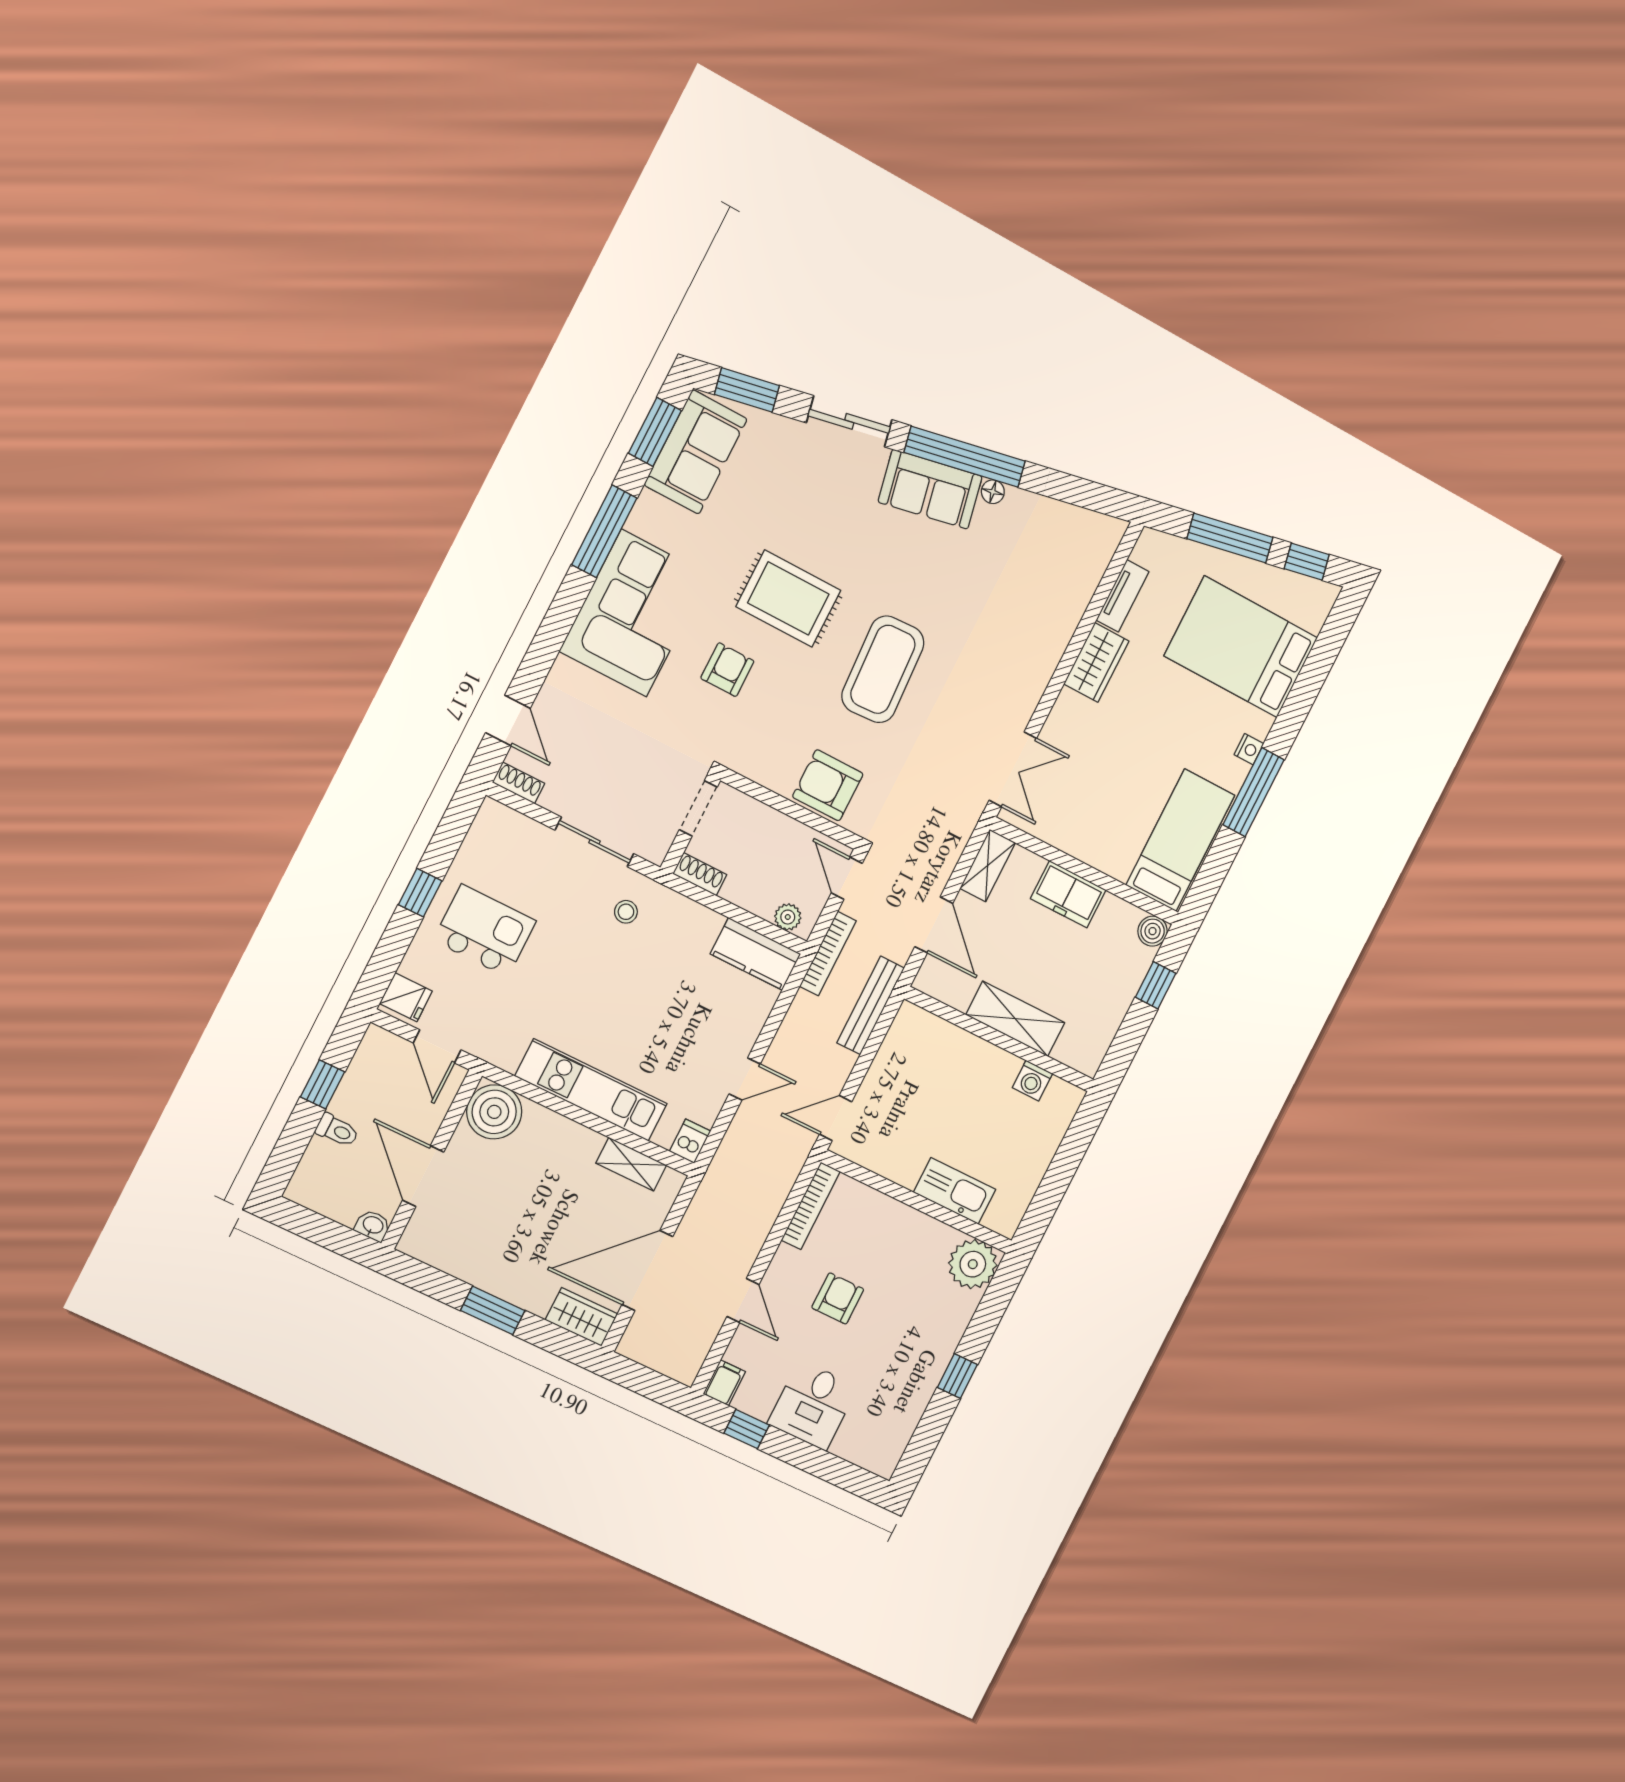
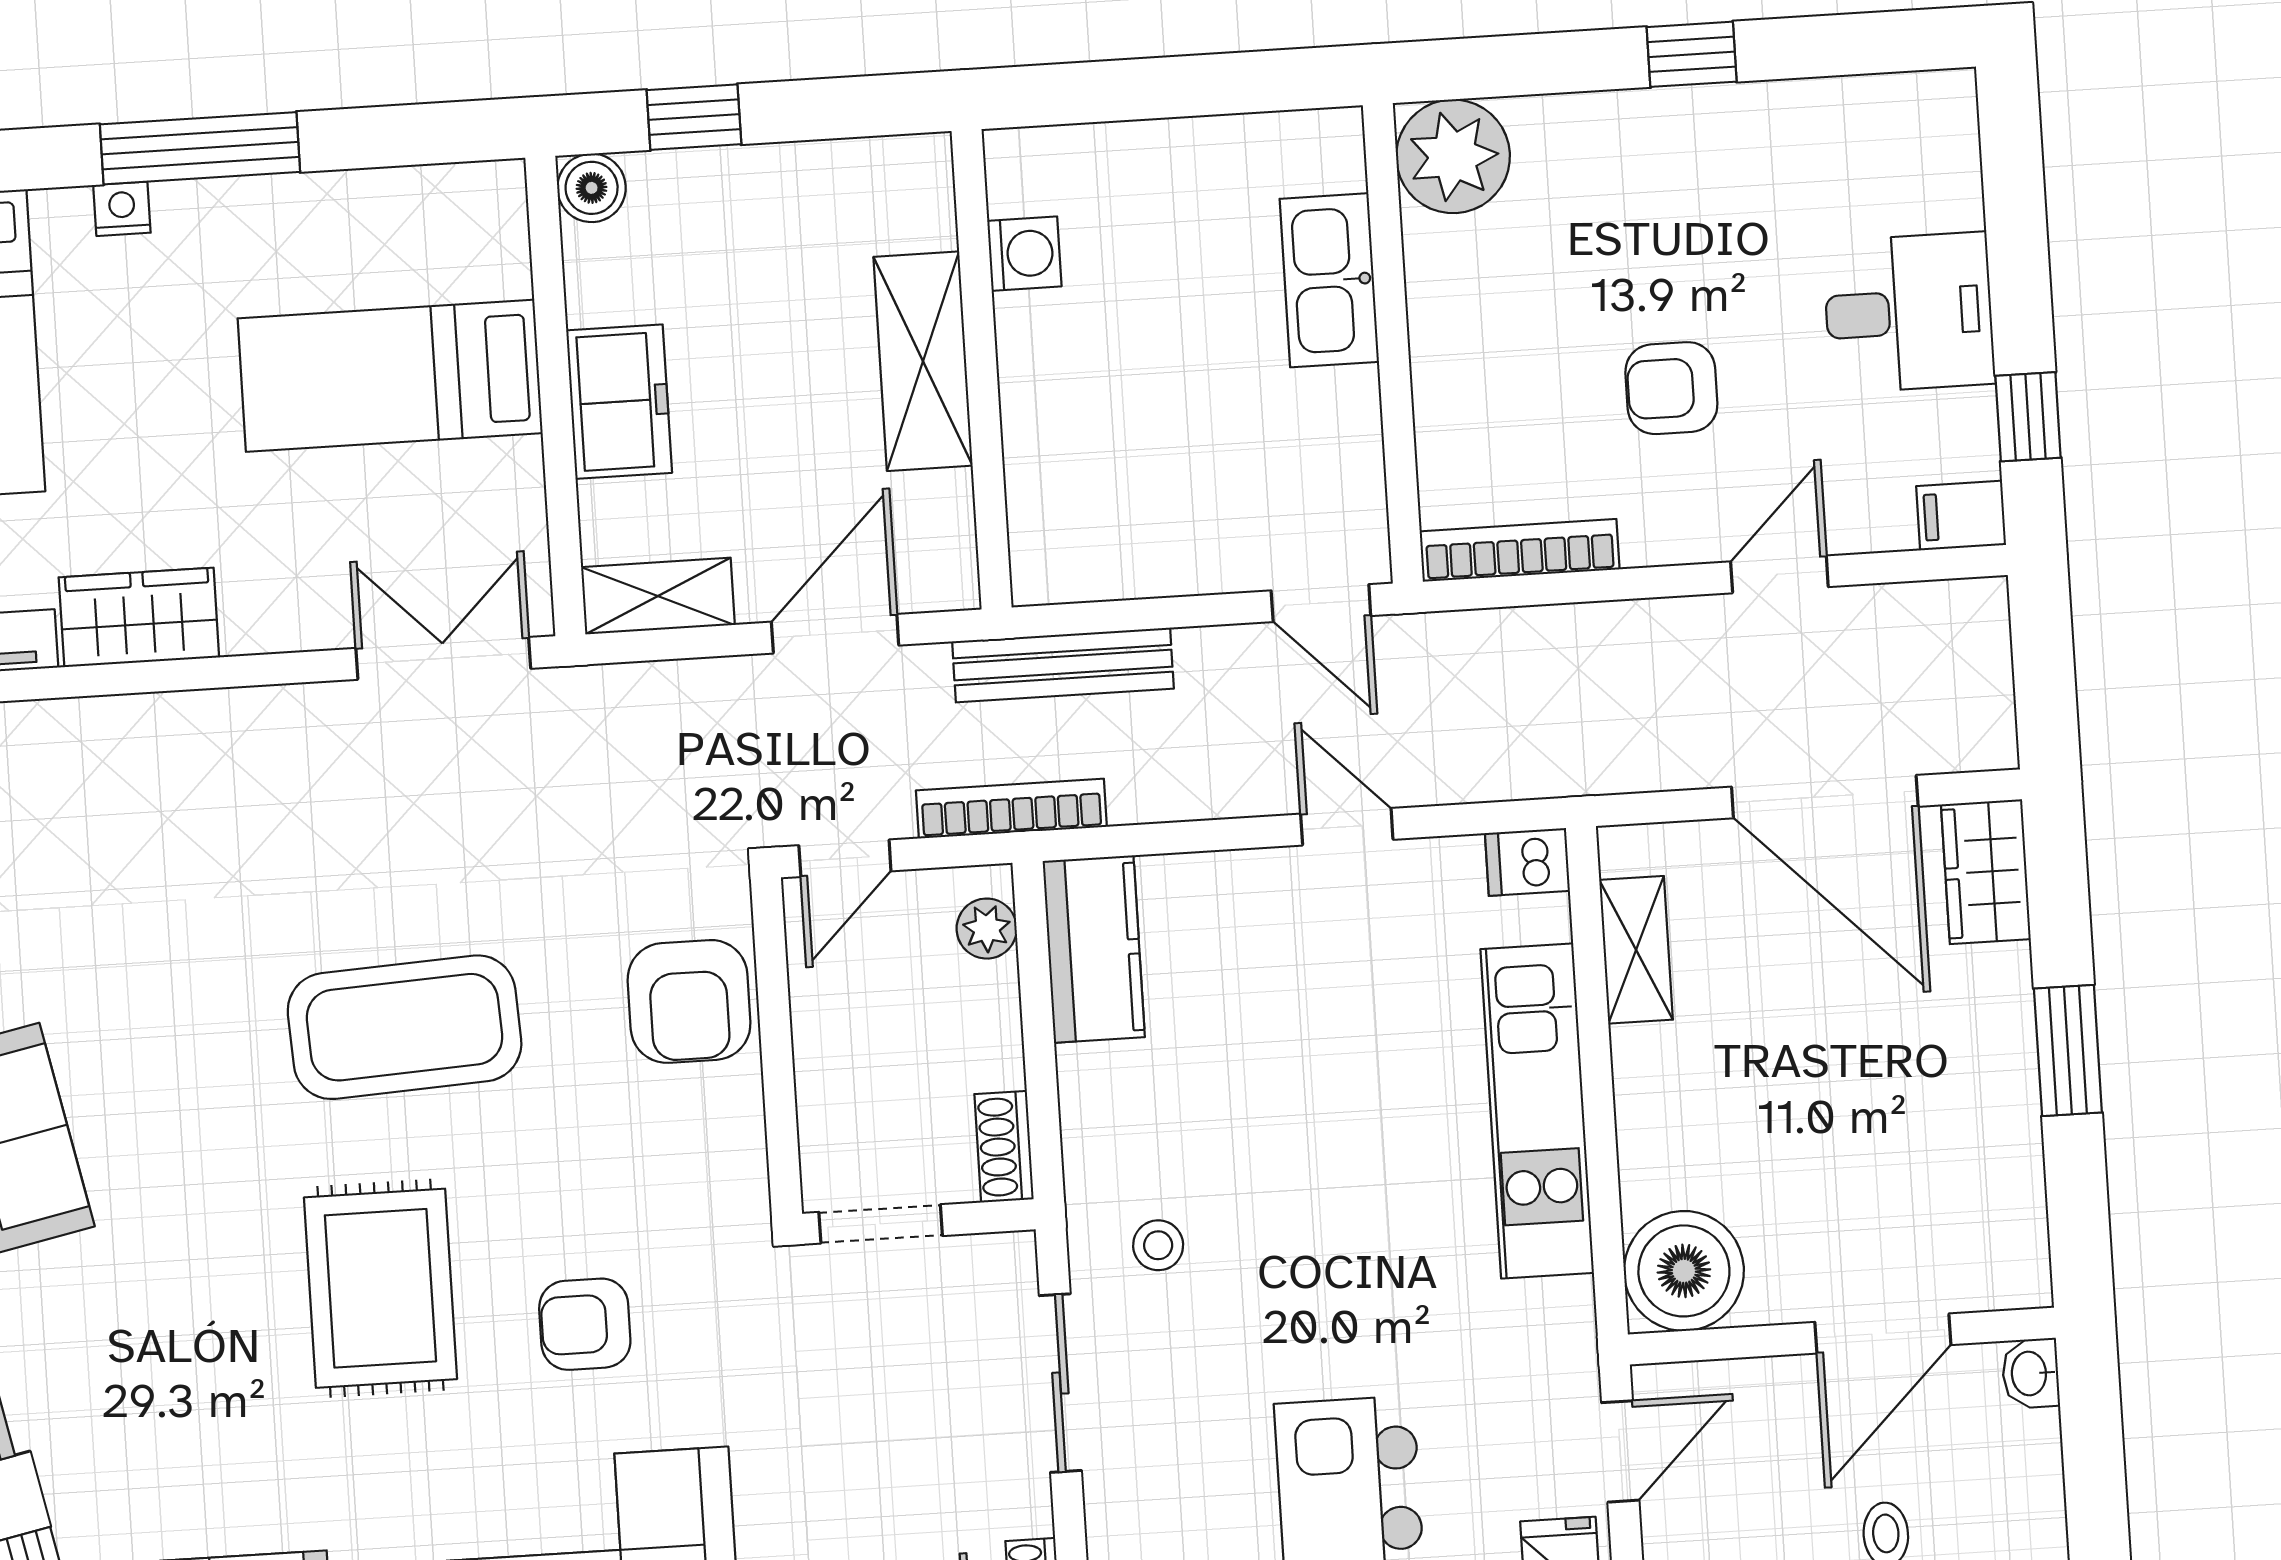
bed: (1180, 840) -> (390, 376), moved

